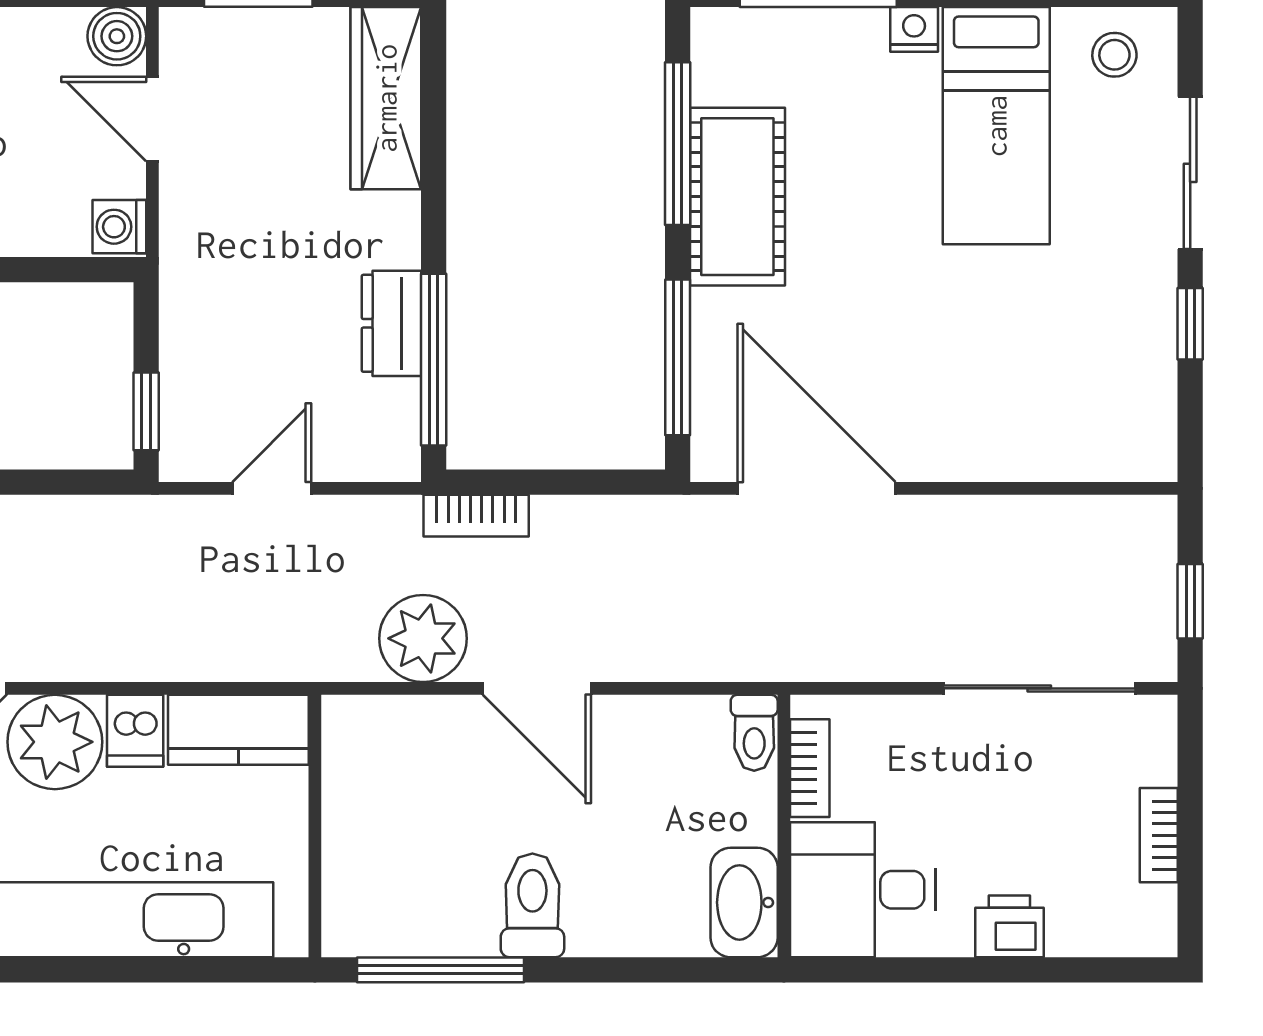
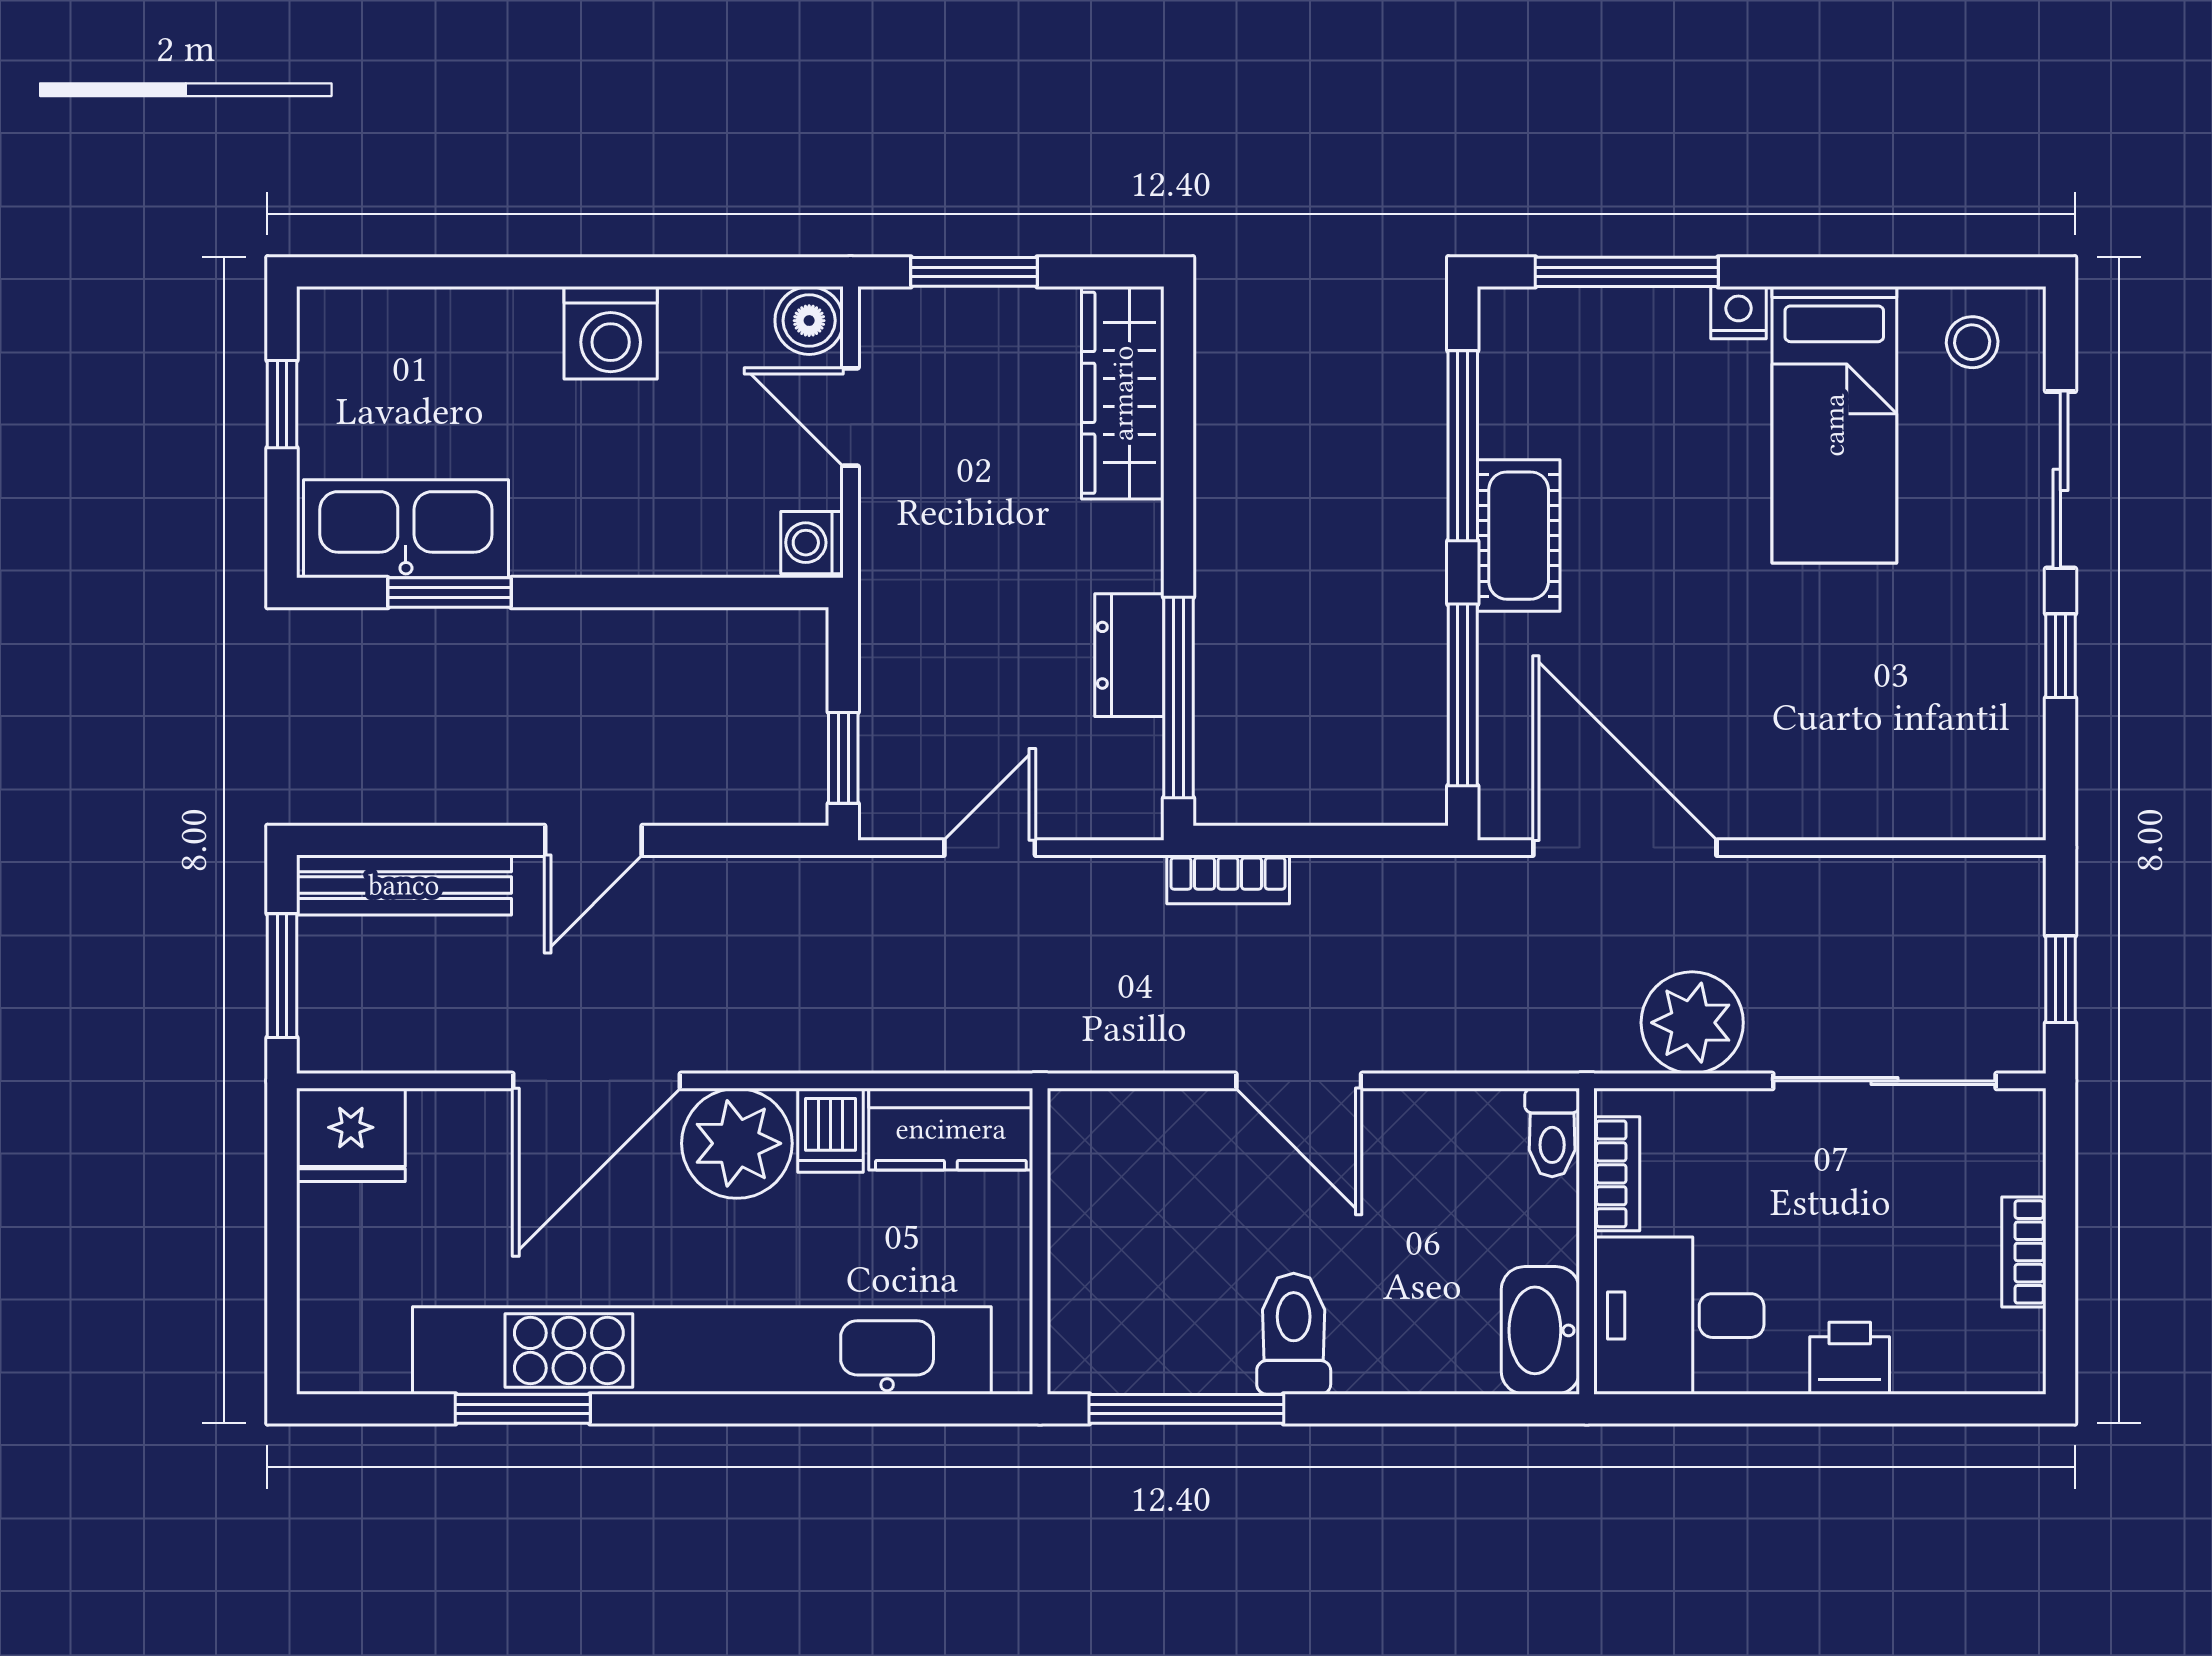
cot: (737, 197) -> (1519, 536), width x0.73, depth x0.75
plant: (423, 638) -> (1692, 1023), moved

